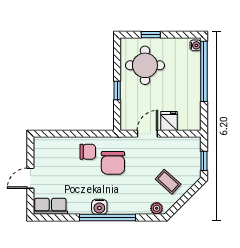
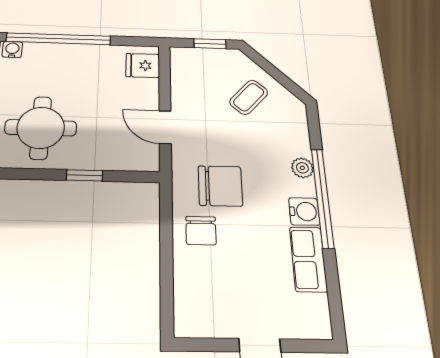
fridge: (169, 121) -> (143, 65), moved
chair: (88, 152) -> (201, 231), turned 180
row of seats: (50, 206) -> (308, 259), moved
plant: (157, 208) -> (302, 168), moved

